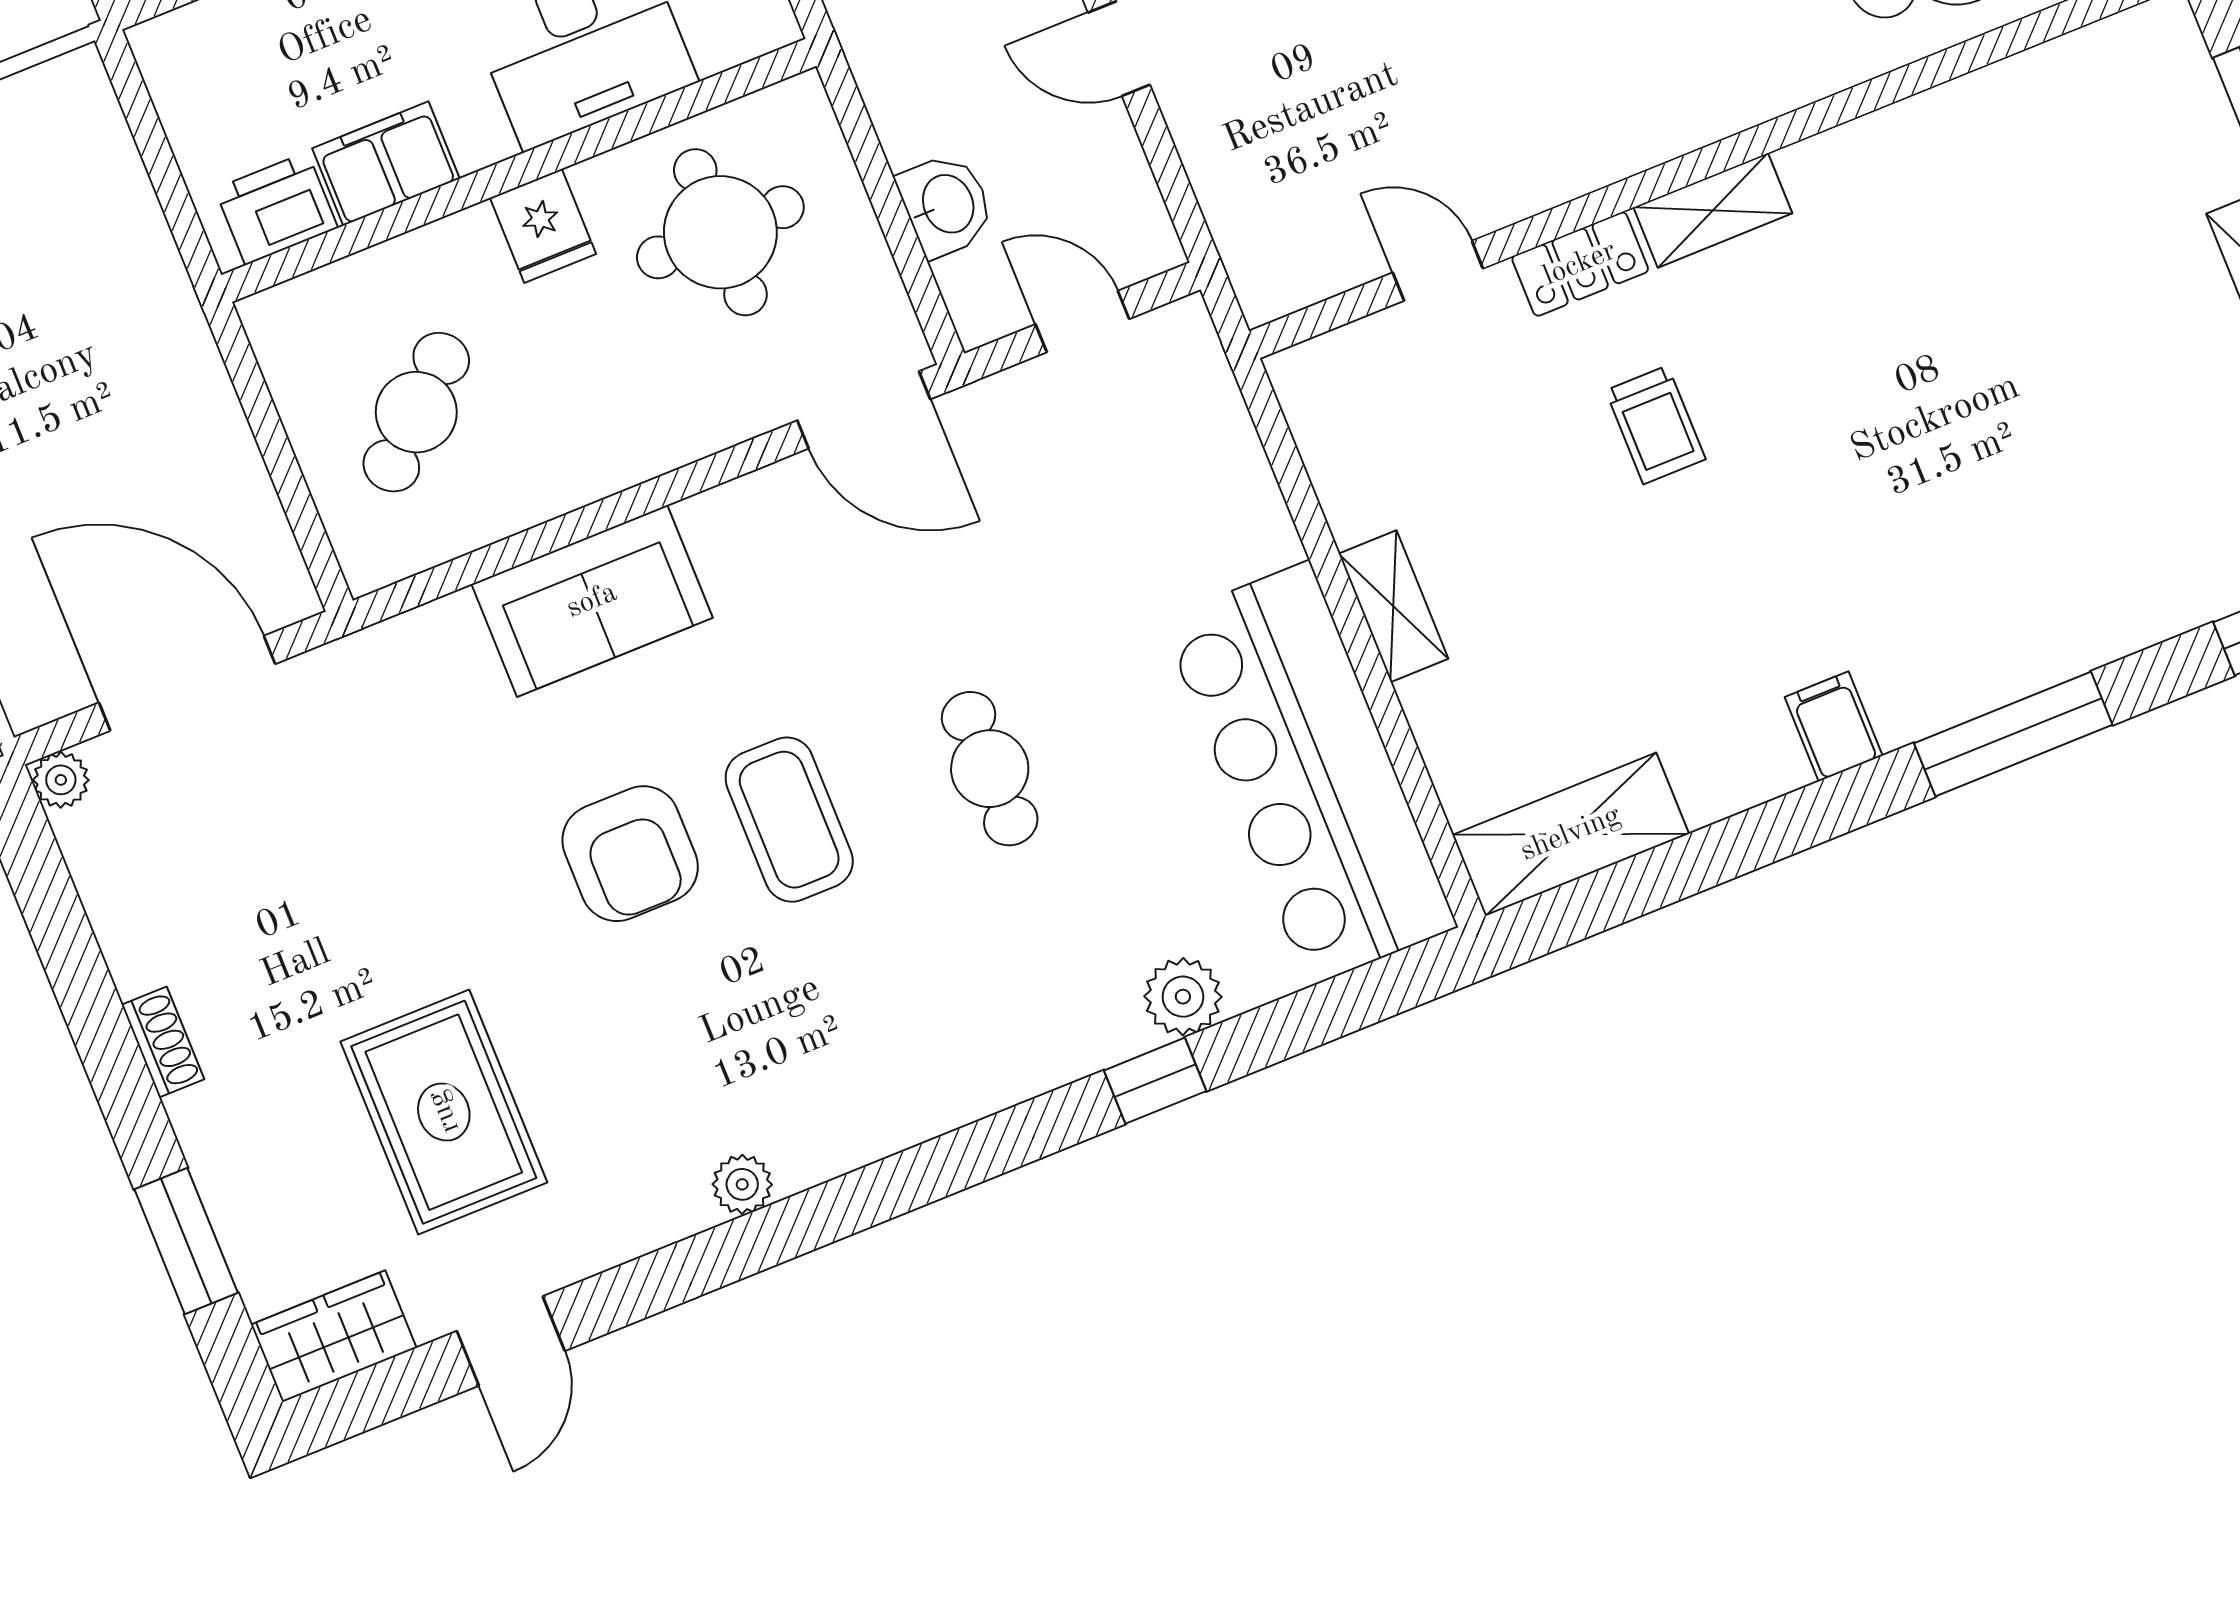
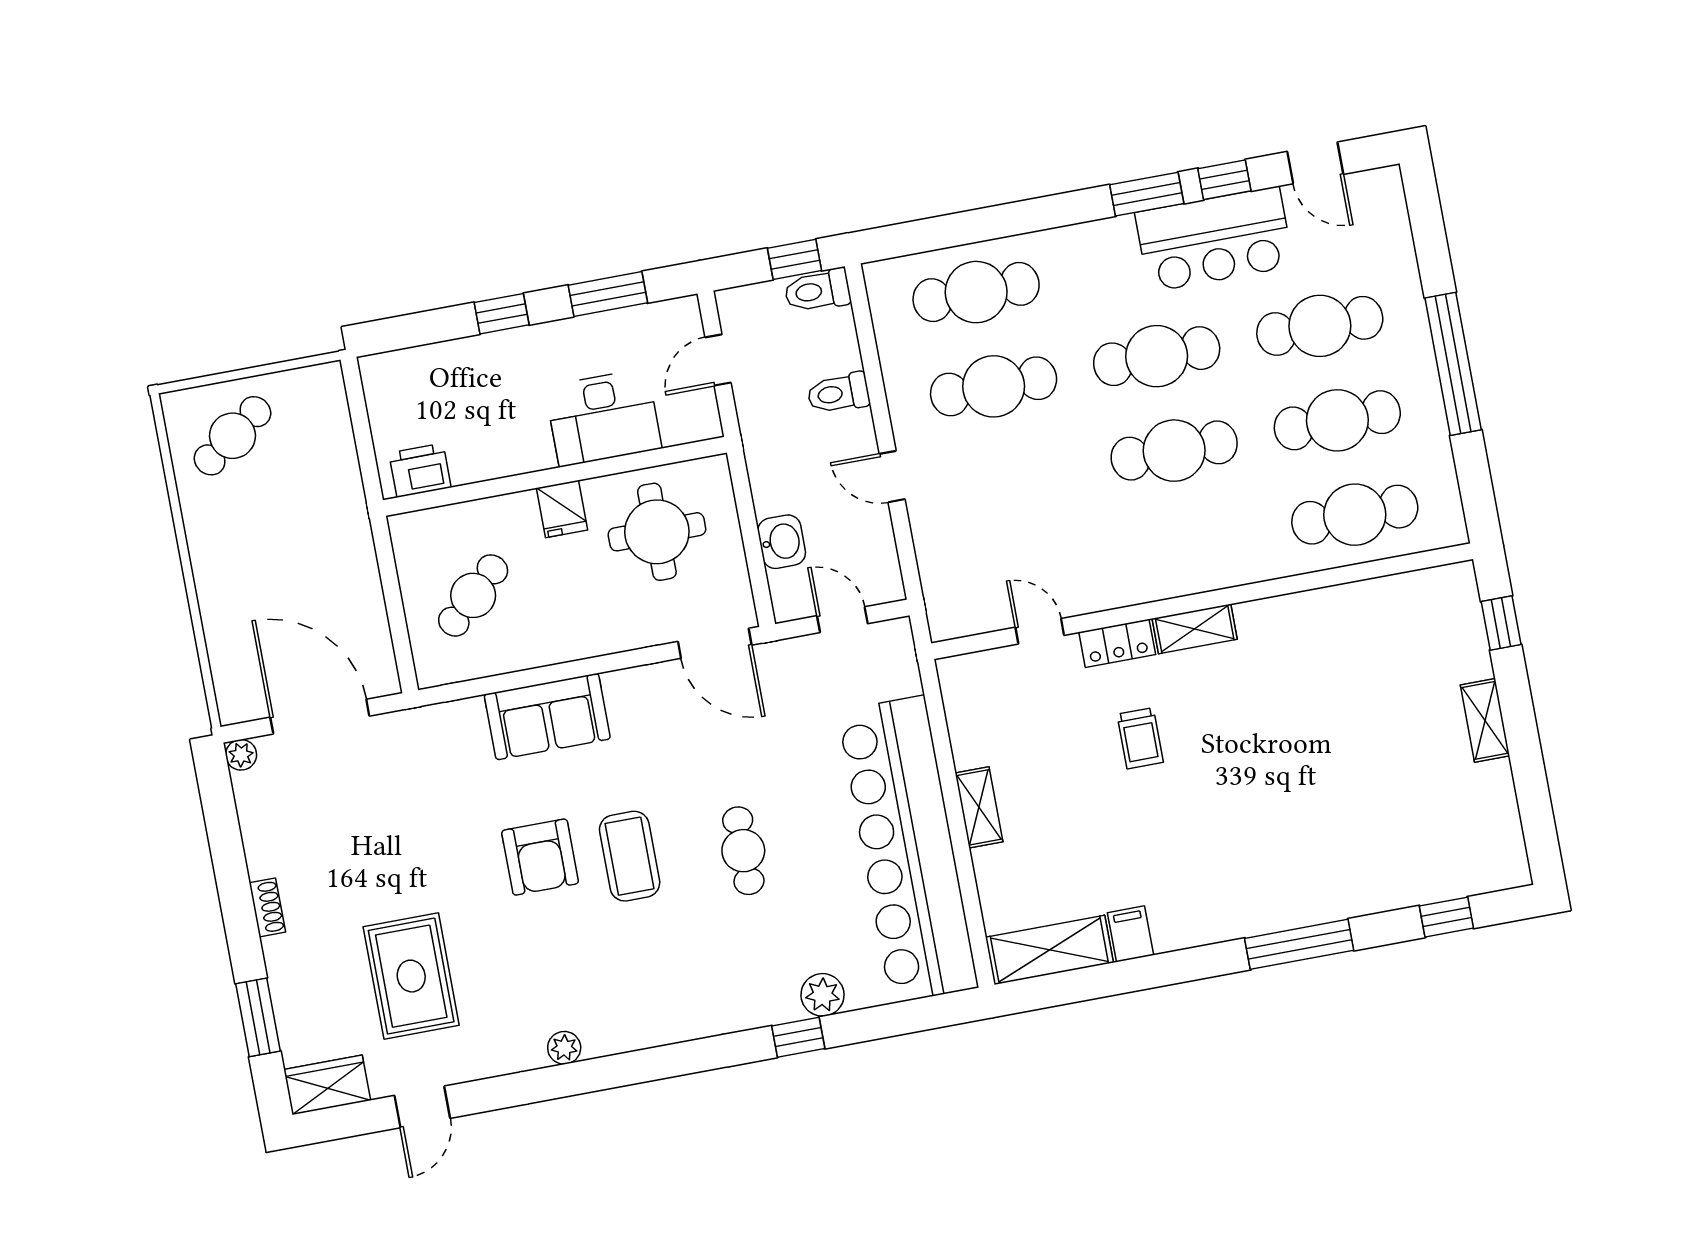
filing cabinet: (386, 164) -> (484, 458), removed
filing cabinet: (1834, 726) -> (1130, 934), moved
bar counter: (1309, 773) -> (908, 849), width x1.36

